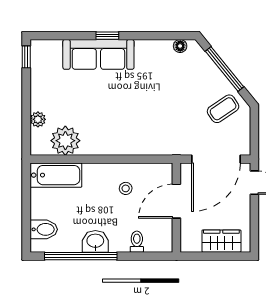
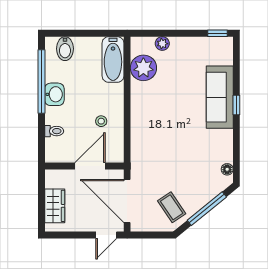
door: (176, 201) -> (90, 166), hinge flipped

